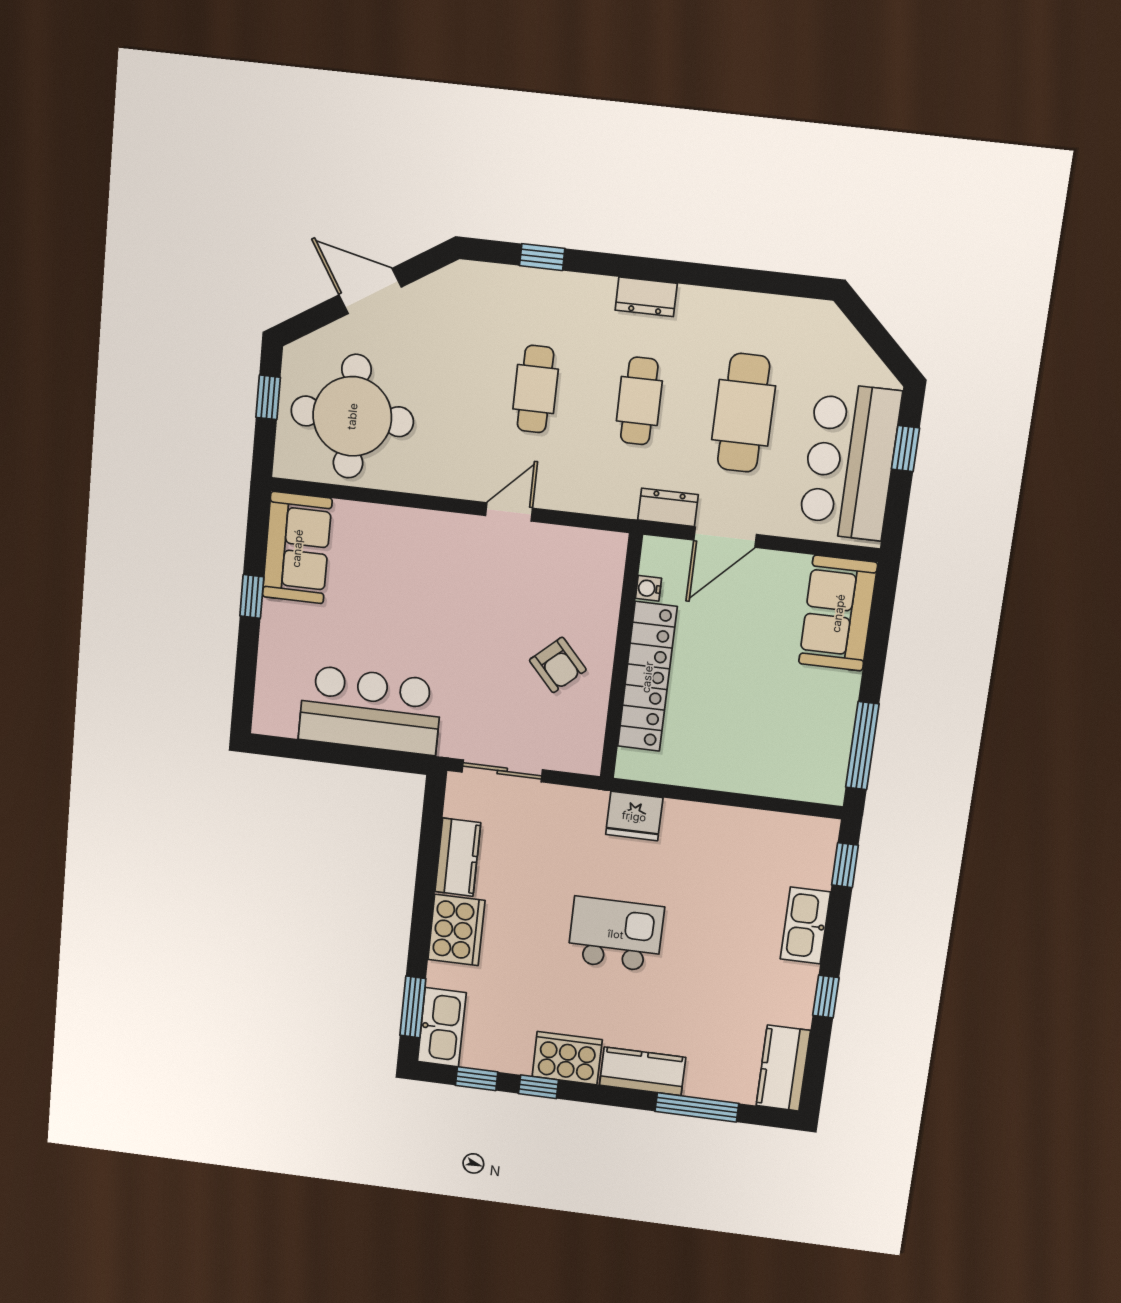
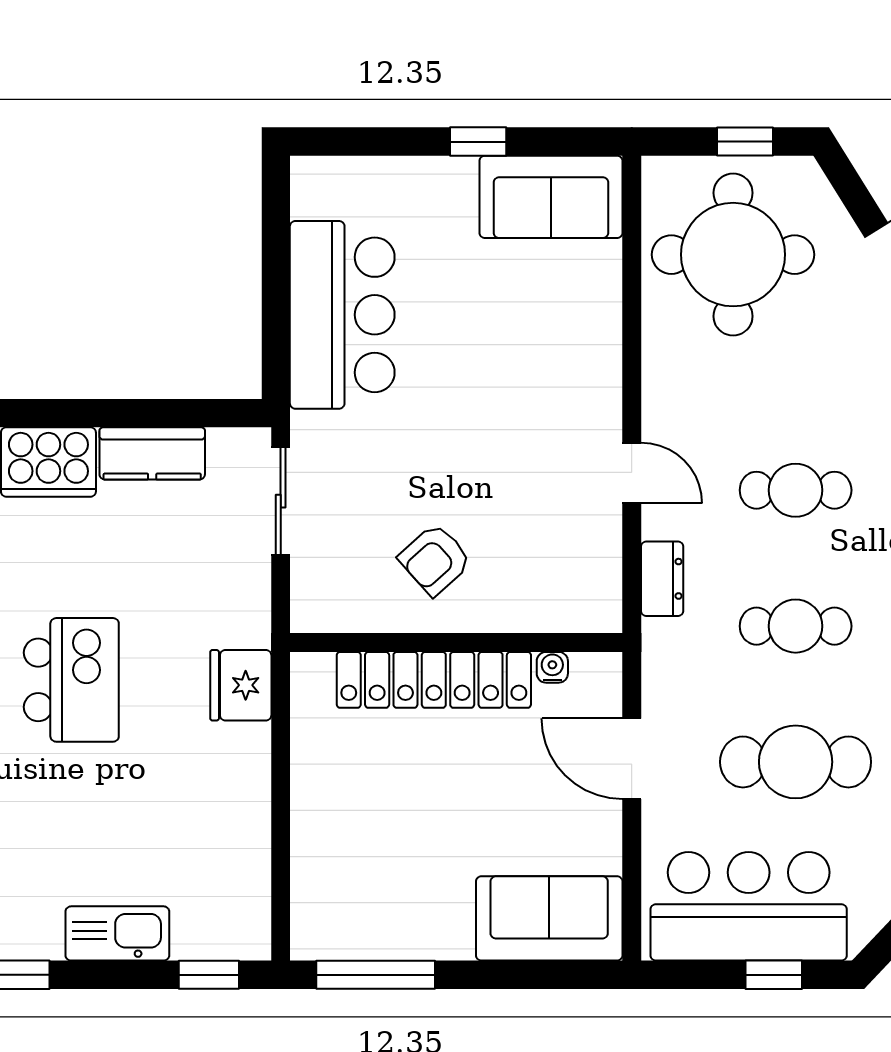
dresser: (668, 507) -> (662, 579), moved

